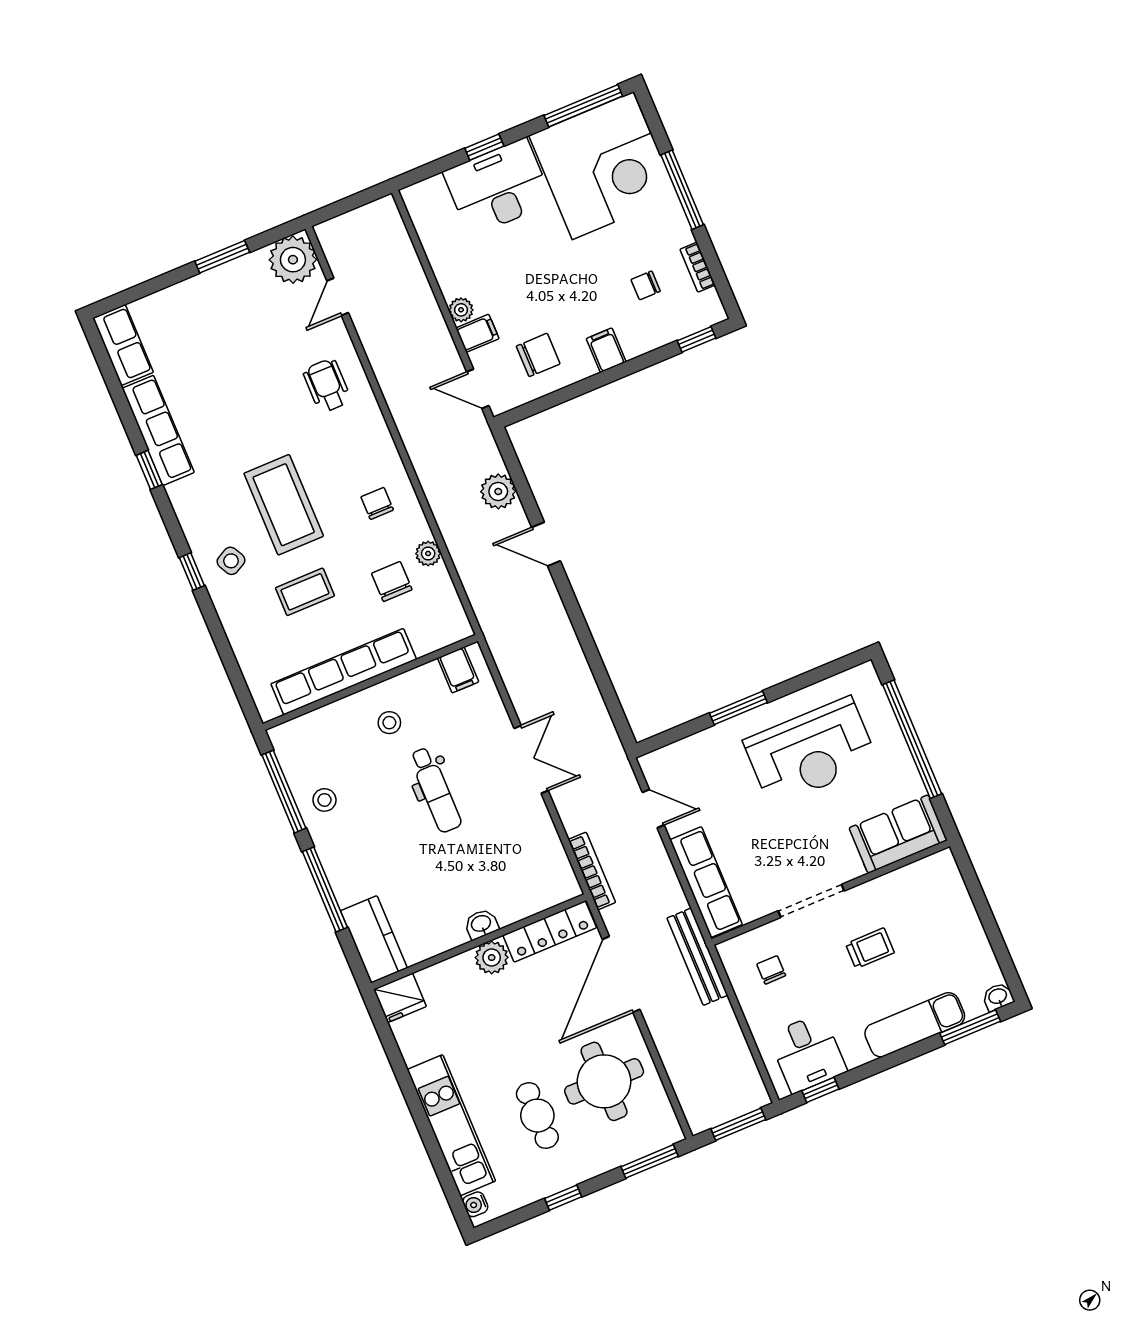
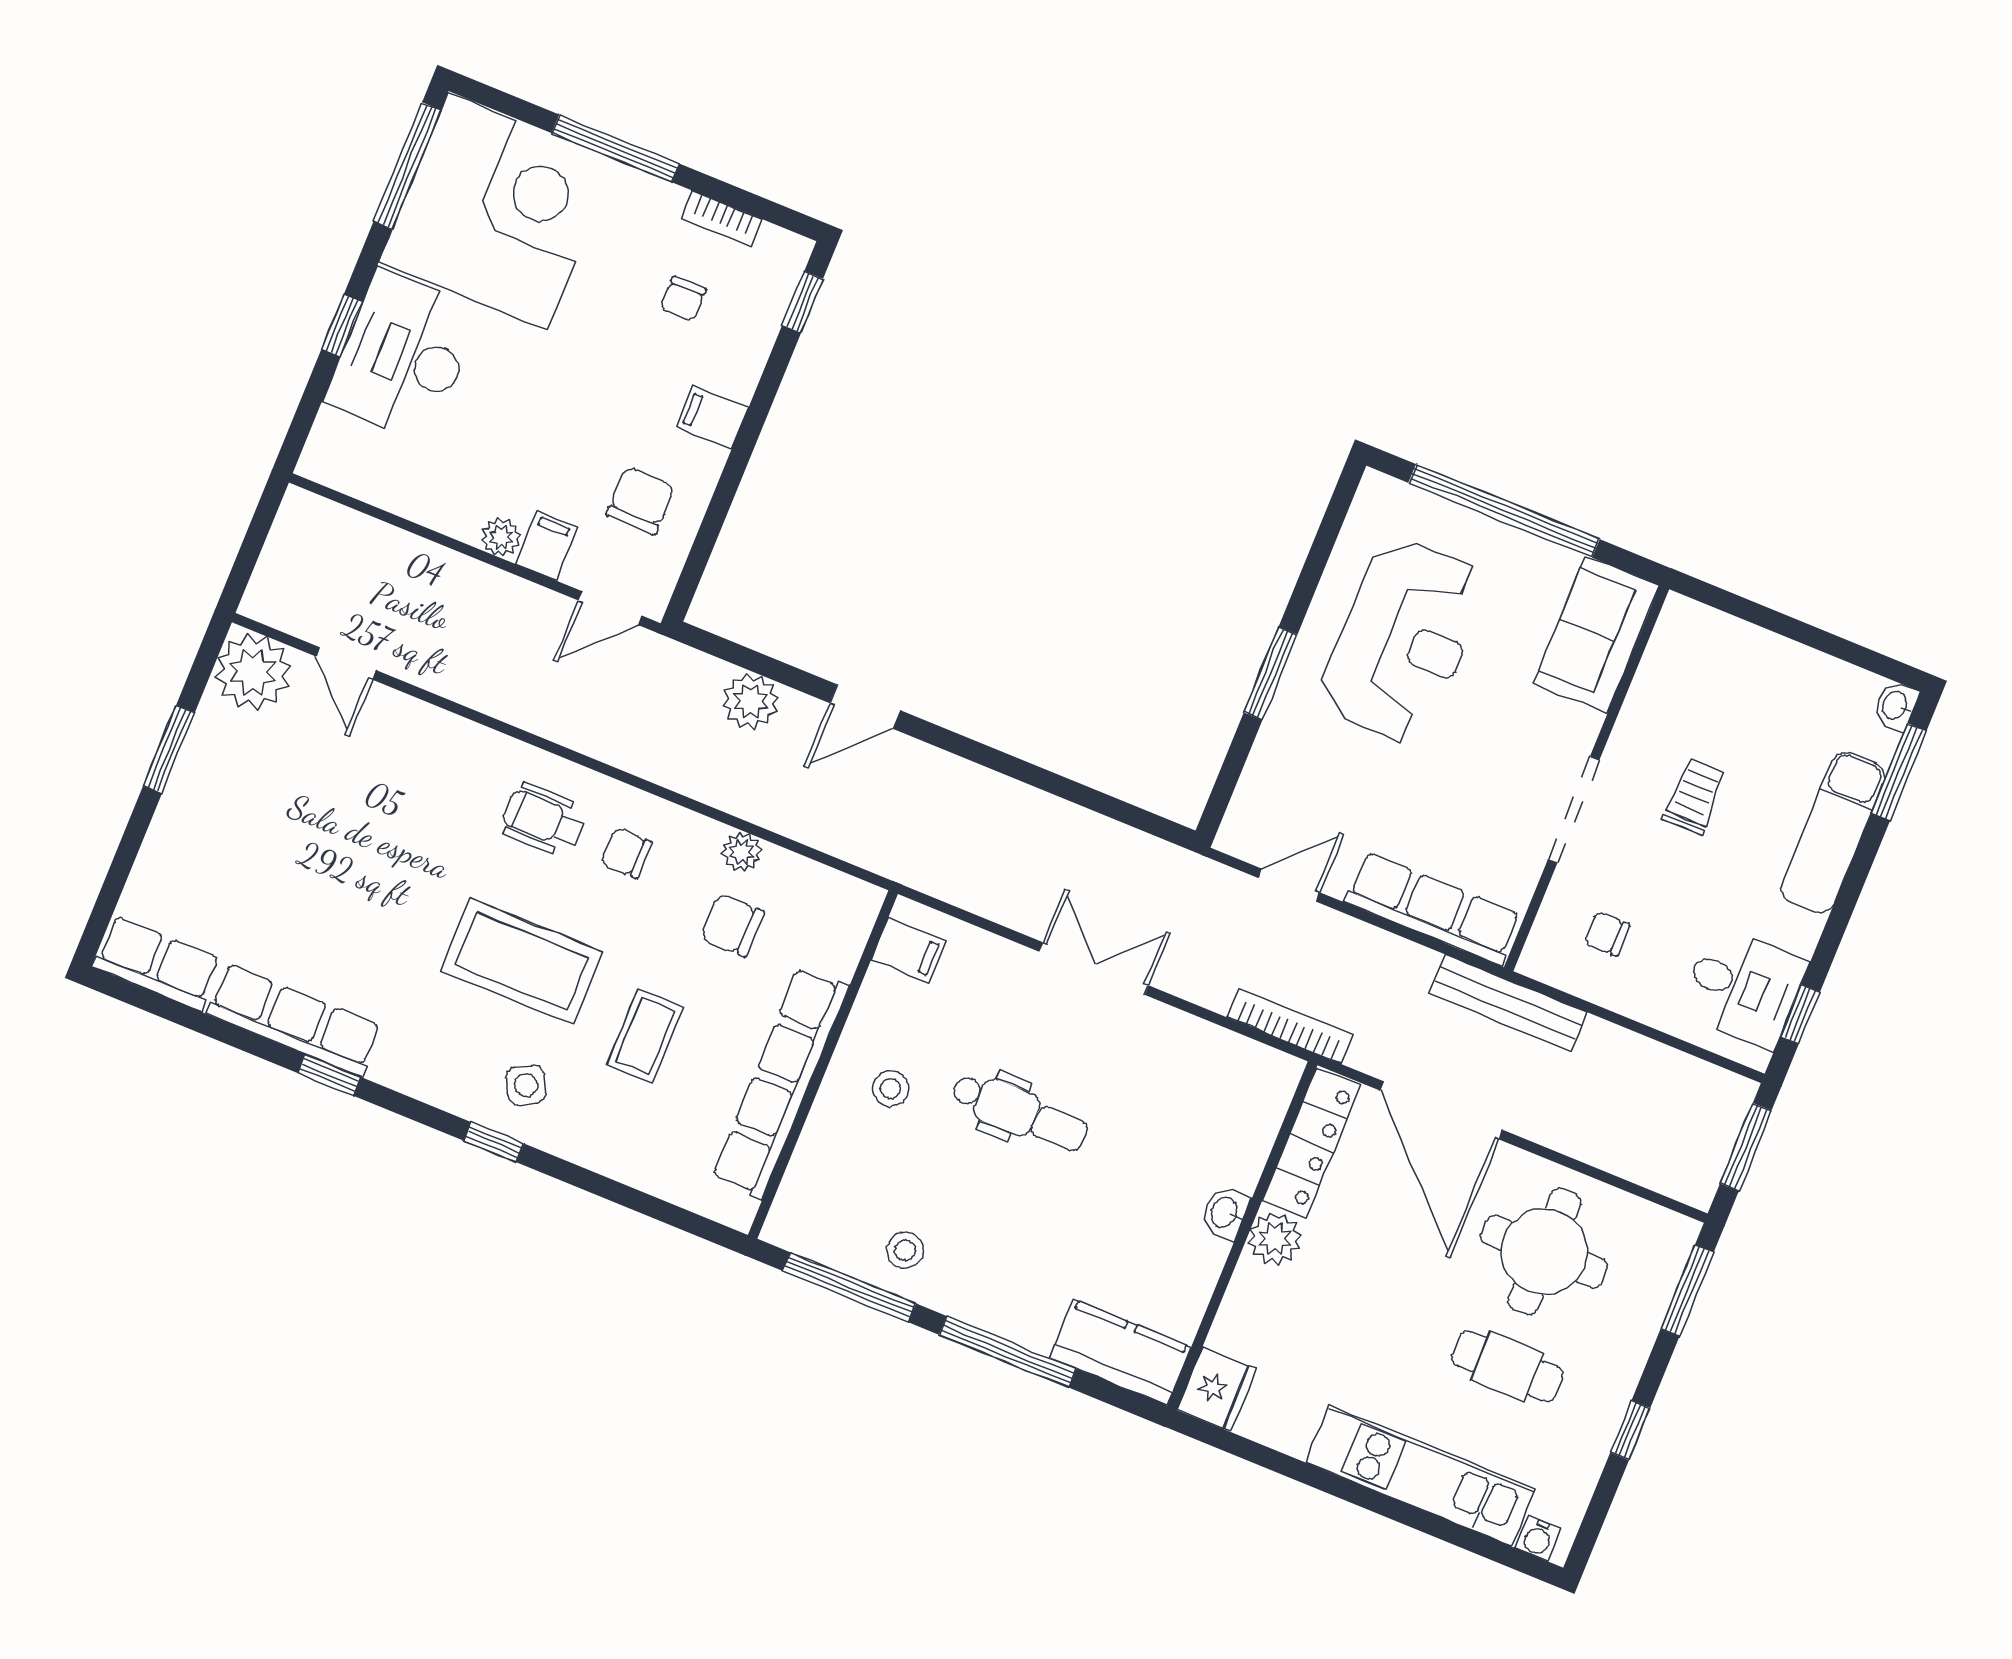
wheelchair: (327, 385) -> (544, 820), moved

